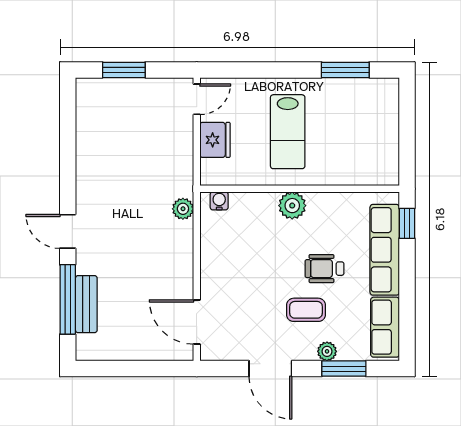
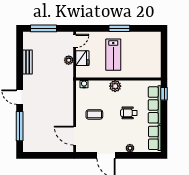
window: (124, 70) -> (44, 28), width x1.44
window: (345, 70) -> (119, 28), moved
plant: (183, 209) -> (69, 60), moved
bench: (86, 304) -> (28, 62), moved
coffee table: (306, 310) -> (94, 114), moved
window: (344, 369) -> (137, 155), removed

